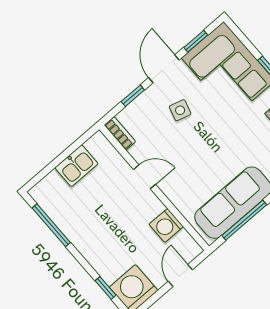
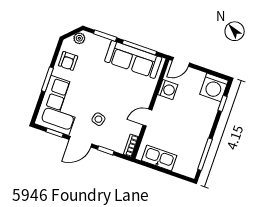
kitchen sink: (76, 166) -> (159, 158), width x1.38
door: (145, 177) -> (147, 118), hinge flipped
door: (180, 275) -> (181, 62), moved

